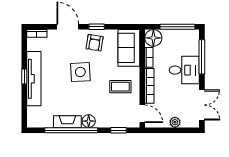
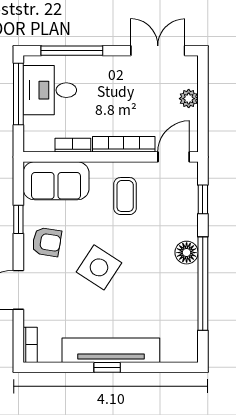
window: (97, 27) -> (18, 219), moved
floor lamp: (153, 38) -> (38, 137), removed
desk: (184, 70) -> (50, 90), moved, turned -90
side table: (80, 72) -> (99, 267), turned 36
fireplace: (67, 122) -> (188, 291), removed

